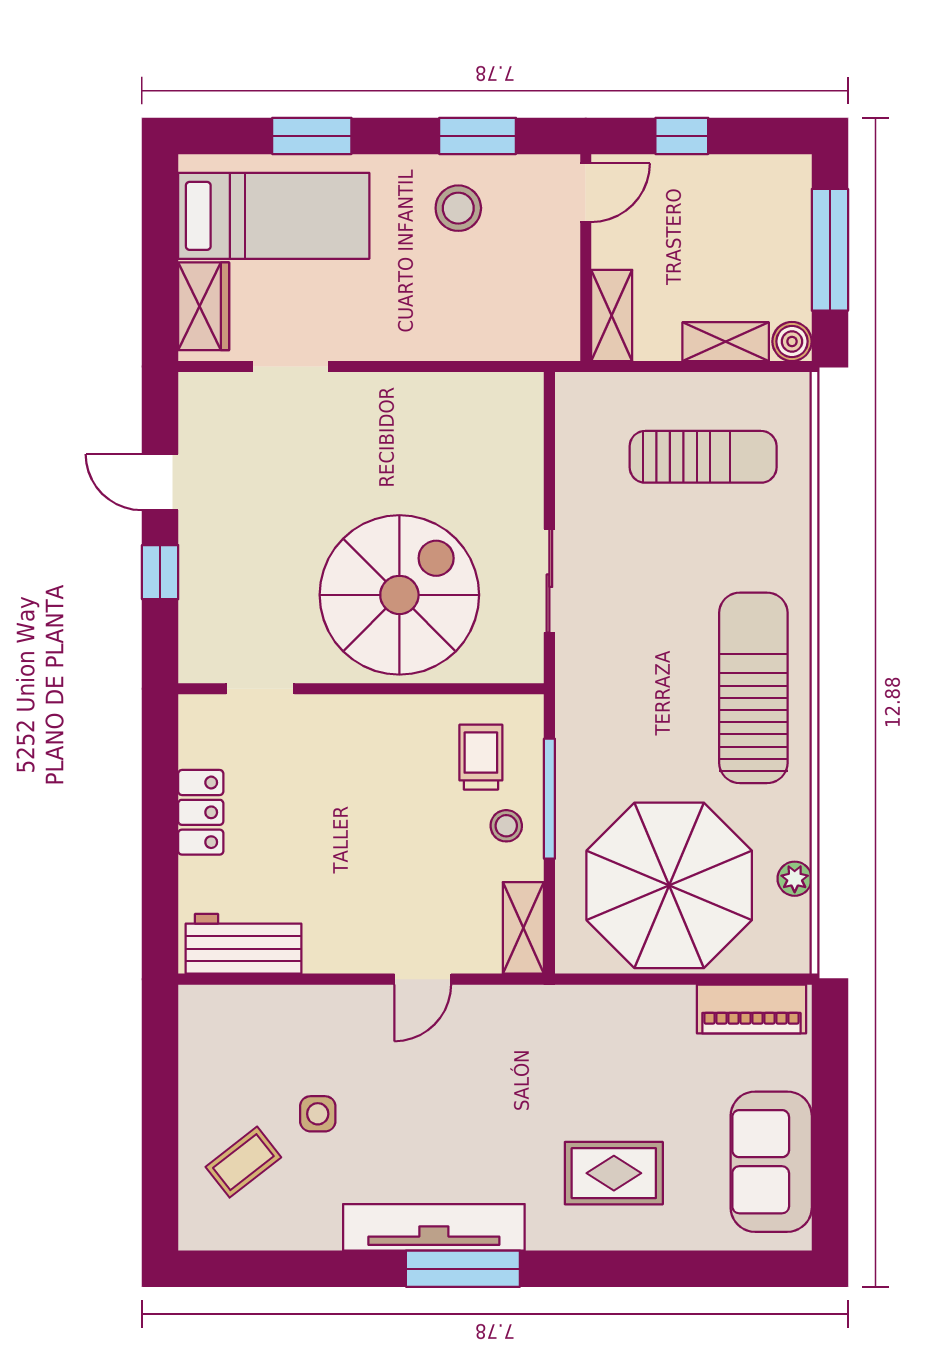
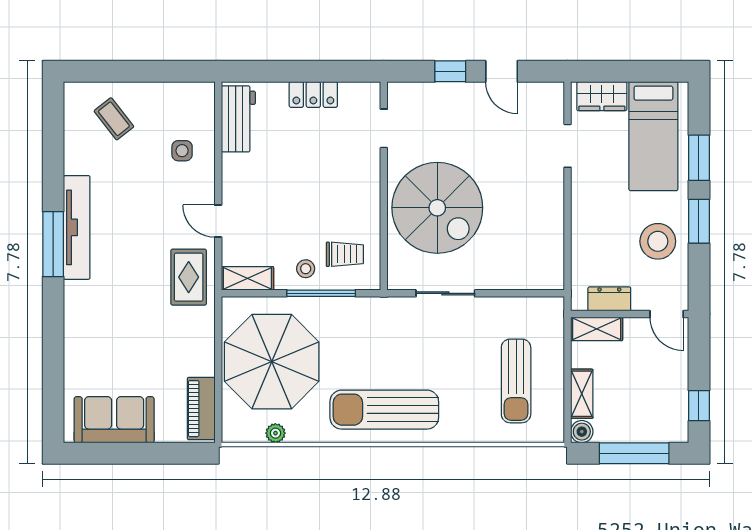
window: (478, 136) -> (699, 221), moved
window: (682, 136) -> (699, 406), moved
stool: (458, 208) -> (658, 241), width x1.38, depth x1.38
dresser: (559, 293) -> (609, 299), added
door: (160, 482) -> (502, 71), swing flipped
sun lounger: (753, 688) -> (384, 410), turned 180
side table: (318, 1114) -> (182, 151), moved
rug: (614, 1173) -> (189, 277), moved

